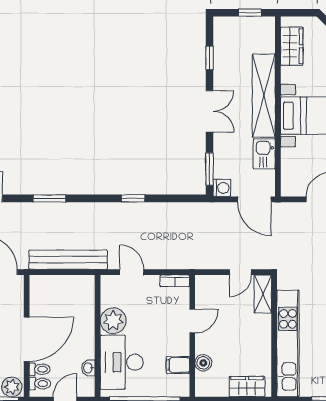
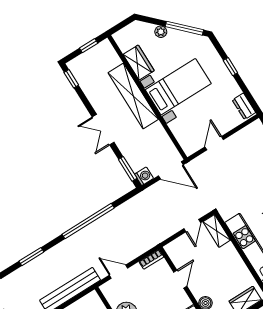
wardrobe: (292, 46) -> (139, 62), moved
window: (210, 58) -> (71, 79), moved
double door: (210, 111) -> (103, 130), swing flipped
kitchen sink: (264, 154) -> (158, 135), removed
window: (133, 198) -> (88, 221), width x3.17

